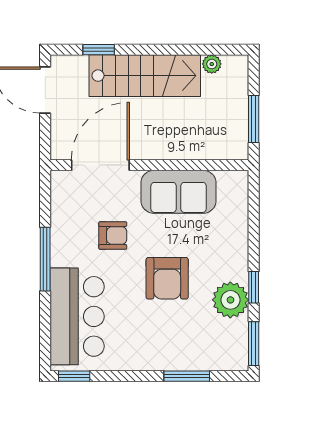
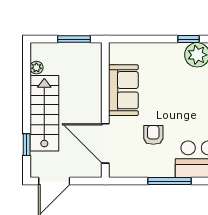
armchair: (167, 278) -> (182, 98), removed

